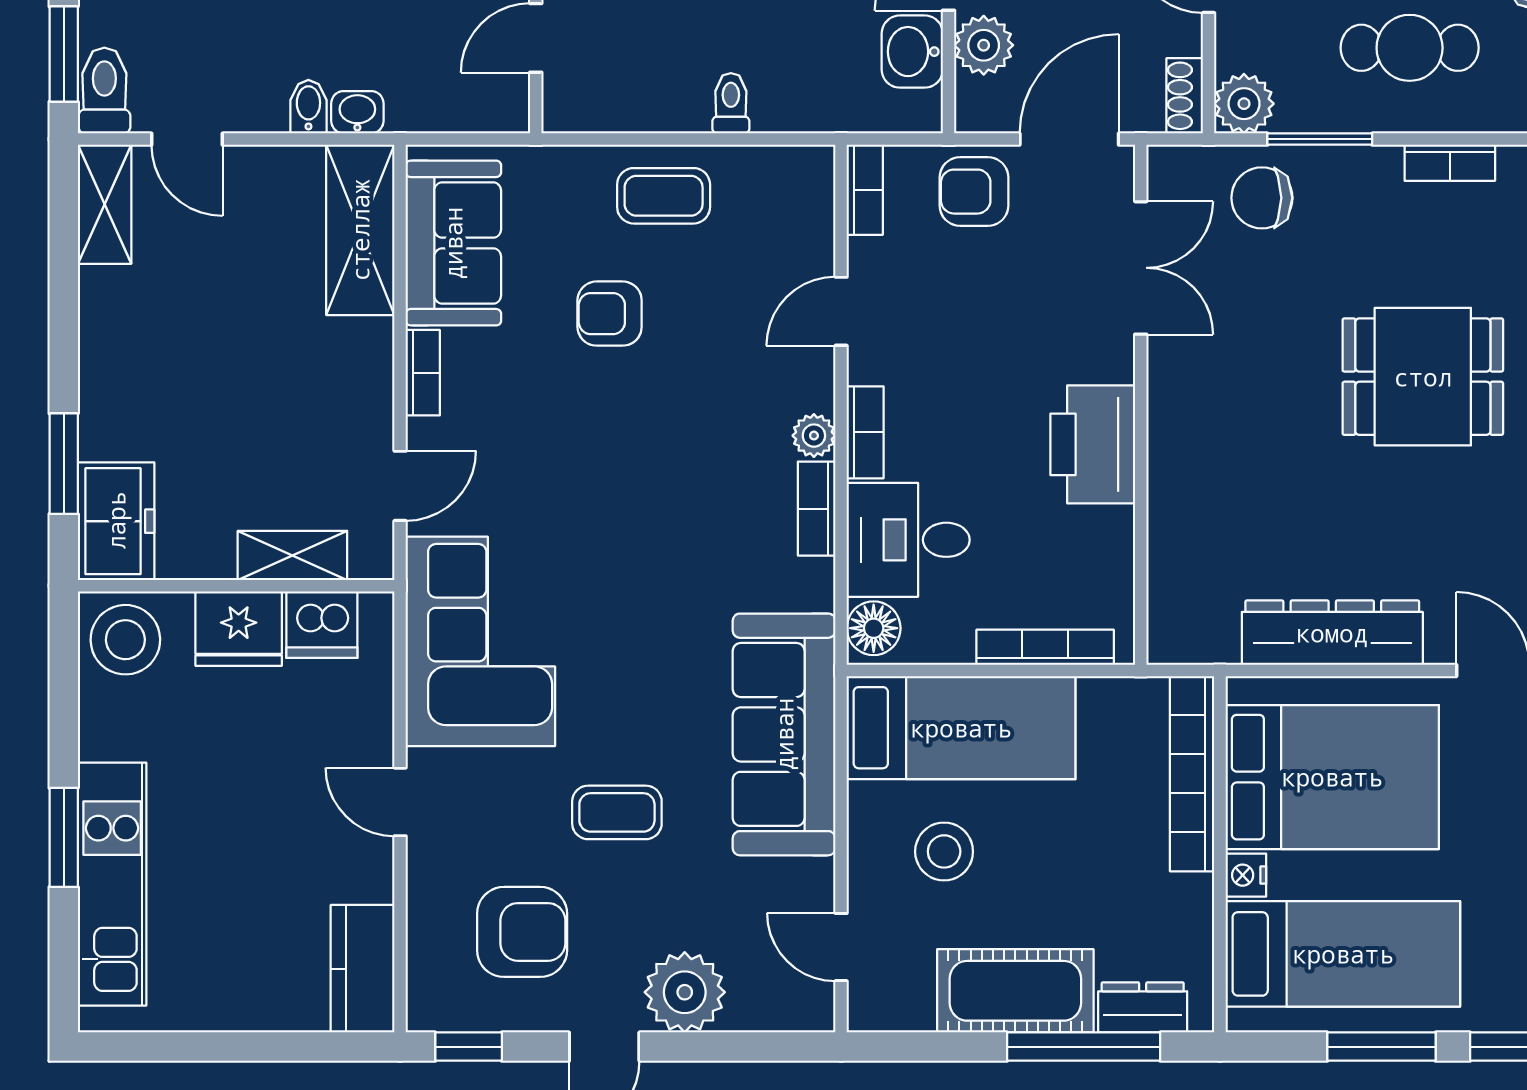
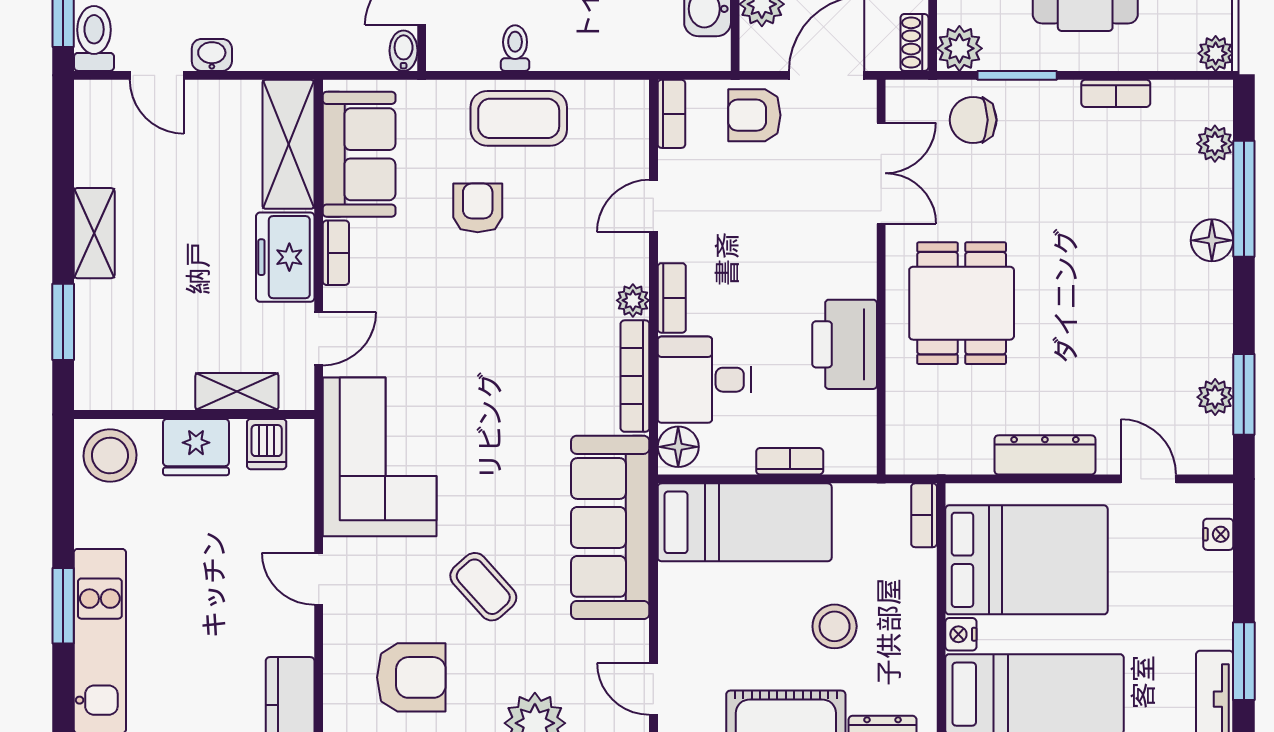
toilet: (731, 103) -> (515, 48), moved
bidet: (308, 107) -> (404, 51), moved
washbasin: (357, 112) -> (212, 55), moved
coffee table: (664, 196) -> (519, 118), width x1.36, depth x1.30
shelving: (105, 204) -> (94, 233), moved
armchair: (610, 314) -> (478, 208), turned 90
dining table: (1423, 377) -> (962, 303), moved, turned 90
printer: (1093, 444) -> (845, 344), moved
bookcase: (817, 509) -> (635, 376), width x1.56
freezer: (116, 521) -> (285, 257), moved, turned 180
dishwasher: (322, 625) -> (267, 444), width x0.73
dresser: (1332, 633) -> (1045, 455), width x0.73, depth x0.80
bookcase: (1045, 647) -> (790, 461), width x0.64
bookcase: (1192, 774) -> (924, 515), width x0.43, depth x0.76
coffee table: (617, 812) -> (483, 587), turned 48
stool: (944, 851) -> (835, 626), moved

